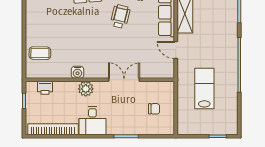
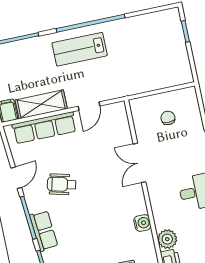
lab bench: (204, 88) -> (80, 49), moved
plant: (86, 89) -> (167, 239), moved

